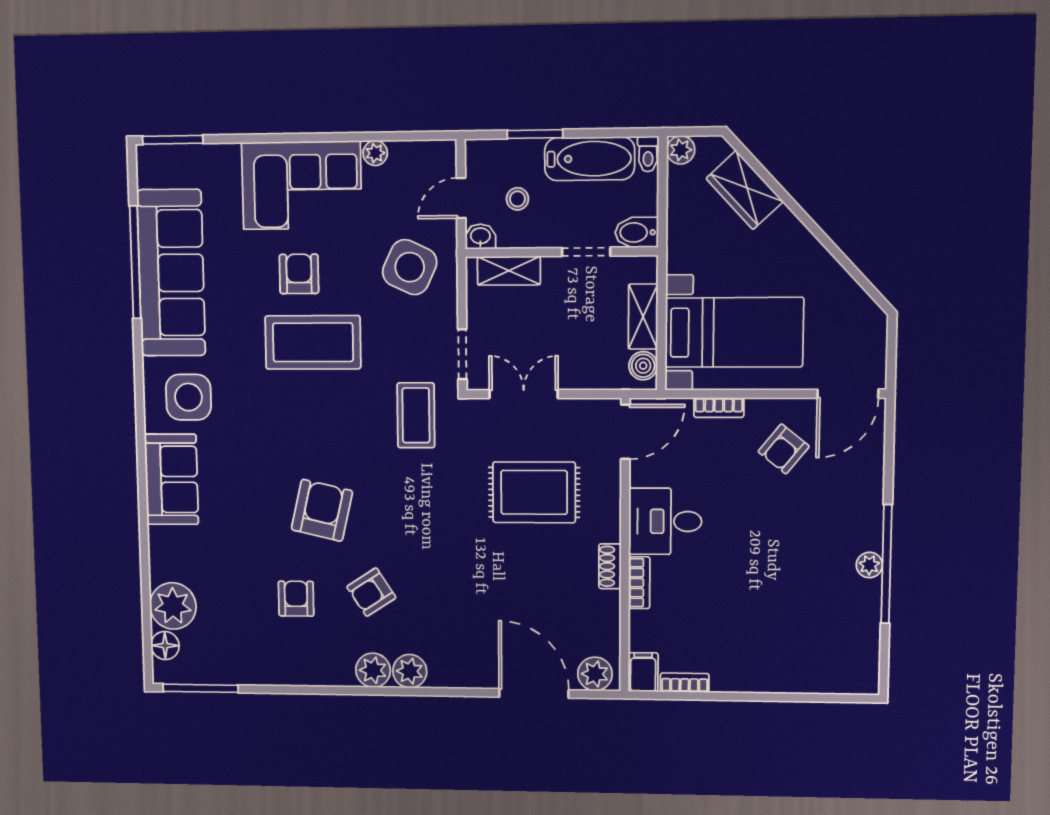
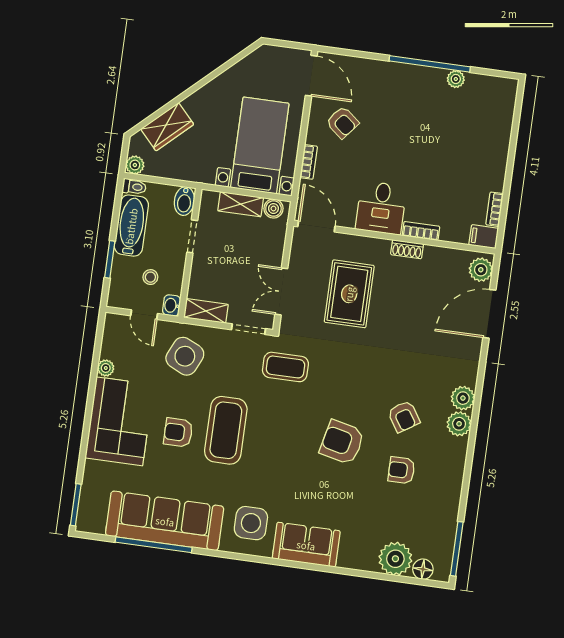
shelving: (509, 271) -> (206, 311), moved, turned 90
plant: (869, 565) -> (456, 79), moved

